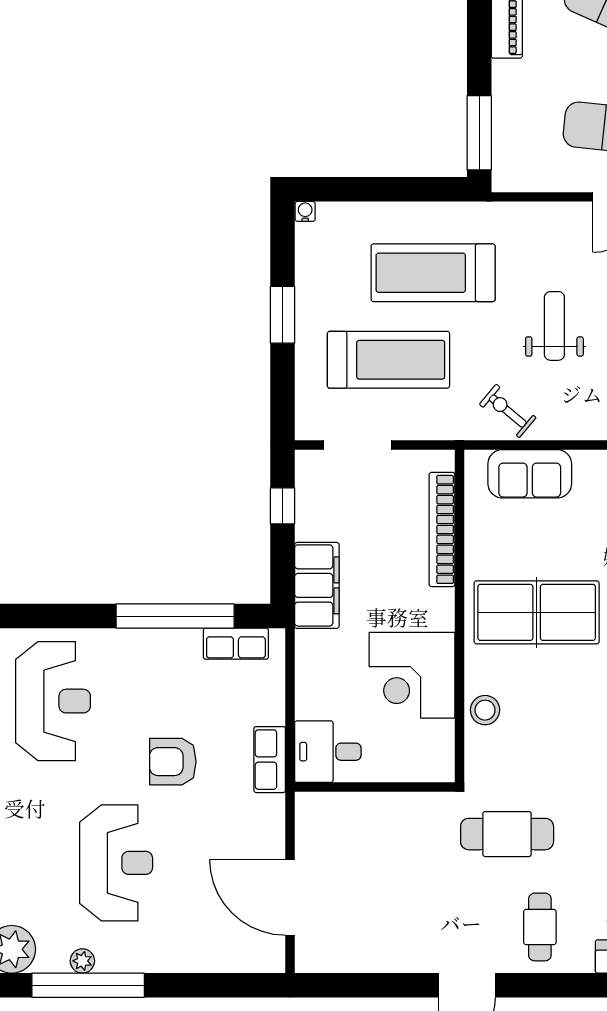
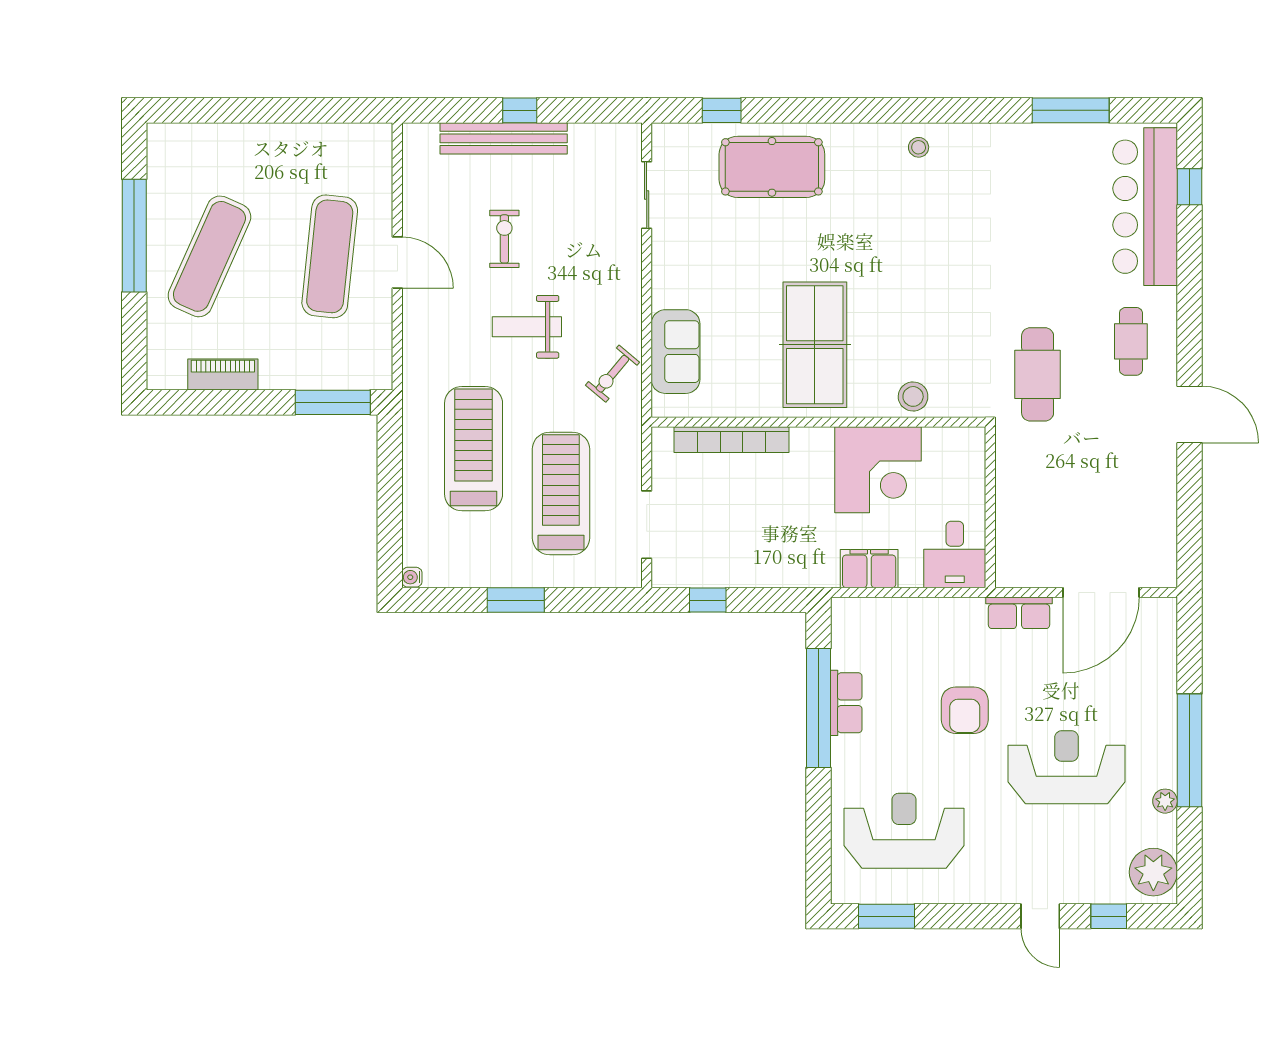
treadmill: (433, 273) -> (474, 449), turned 180
filing cabinet: (317, 585) -> (869, 569), moved, width x0.67, depth x0.86
row of seats: (236, 644) -> (846, 703), moved
row of seats: (270, 760) -> (1019, 613), moved
cafe table: (540, 927) -> (1131, 341), turned 90
window: (88, 985) -> (1189, 750), moved

